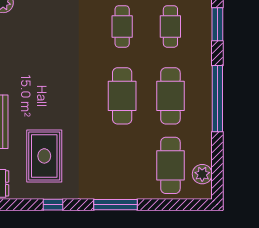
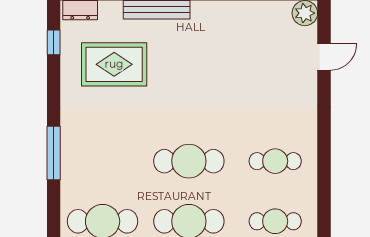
window: (53, 205) -> (54, 42), moved

